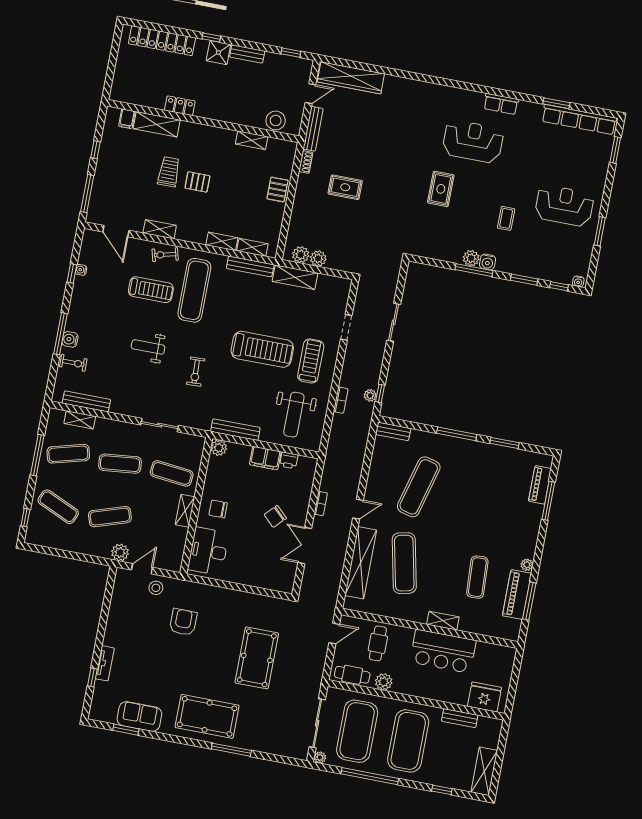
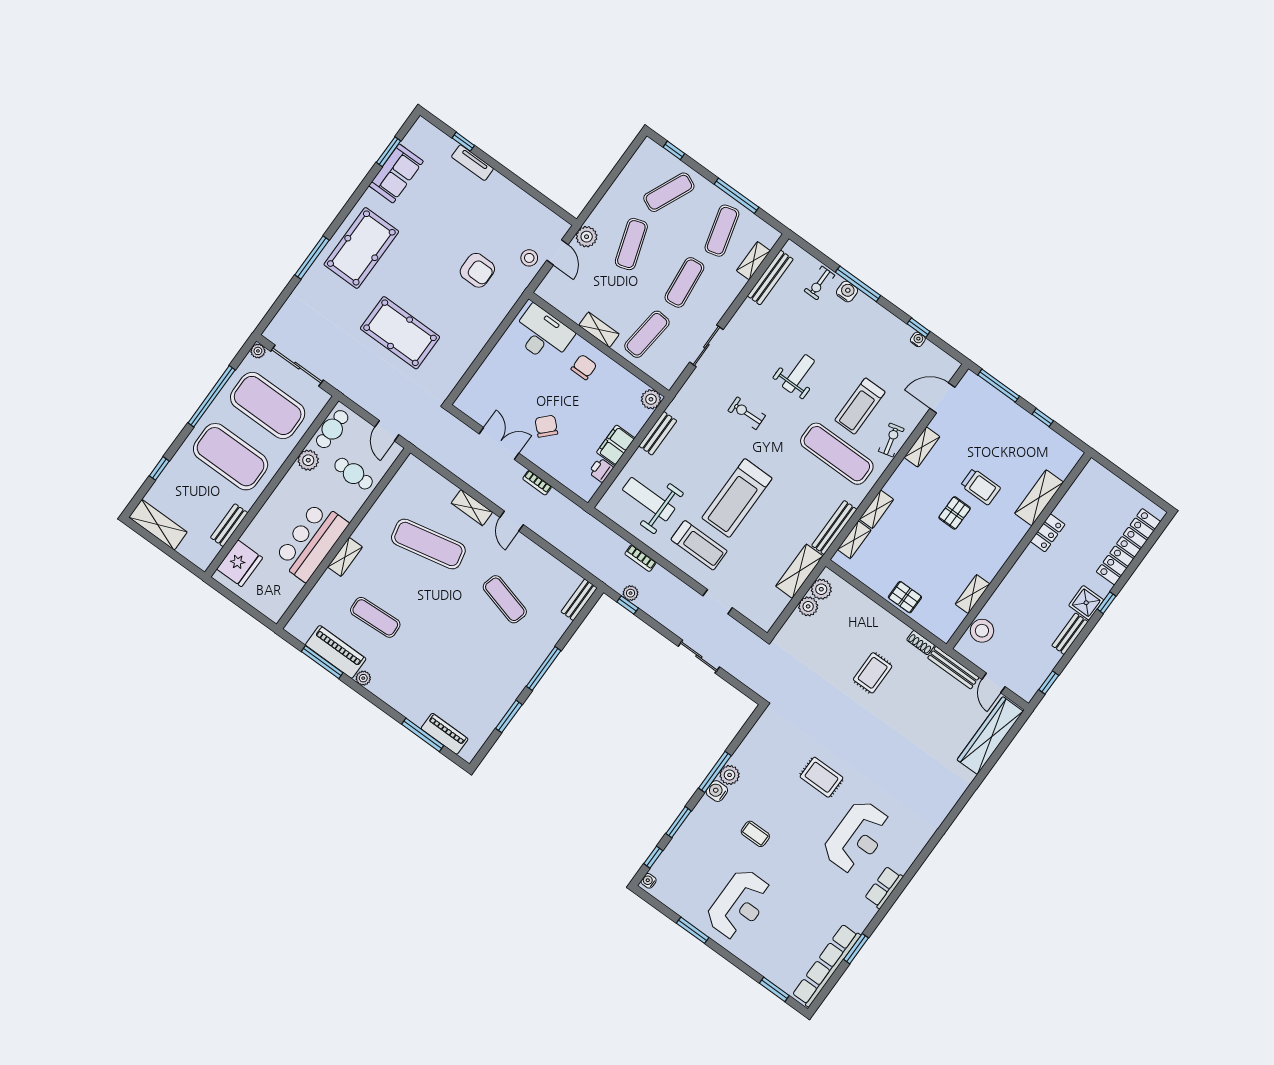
filing cabinet: (127, 119) -> (1061, 468), removed
bench: (235, 430) -> (658, 433), width x0.73
exercise mat: (419, 487) -> (505, 599), width x0.73, depth x0.69
shelving: (361, 563) -> (472, 508), width x0.45, depth x0.75

